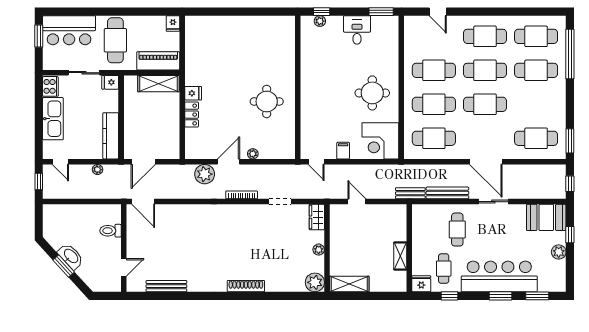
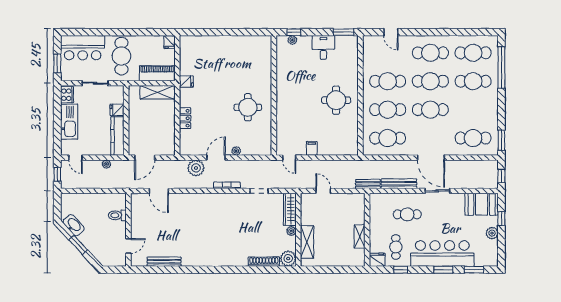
window: (39, 36) -> (57, 63), moved
fridge: (110, 82) -> (117, 110), moved
fridge: (193, 93) -> (186, 82), moved
corner desk: (380, 141) -> (343, 140), removed
door: (143, 202) -> (159, 191), moved
wardrobe: (317, 217) -> (290, 209), width x1.50
cafe table: (457, 230) -> (407, 214), turned 90
washbasin: (71, 256) -> (74, 225), moved
shelving: (349, 284) -> (307, 242), moved, turned 90
shoe rack: (246, 286) -> (264, 262), moved

